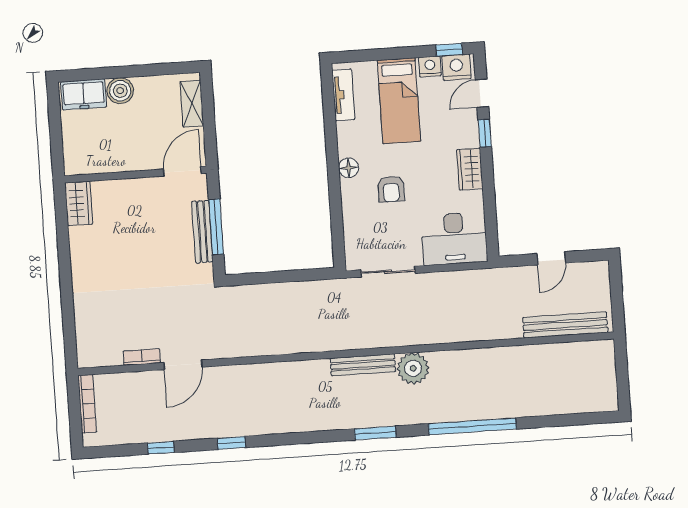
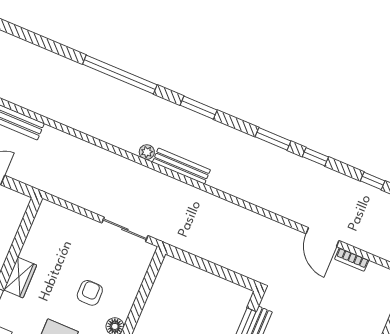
desk: (454, 239) -> (60, 229), removed
door: (183, 365) -> (323, 237), swing flipped
plant: (413, 368) -> (147, 152), width x0.53, depth x0.53
window: (284, 439) -> (273, 139), added

